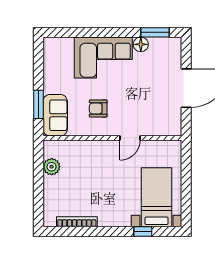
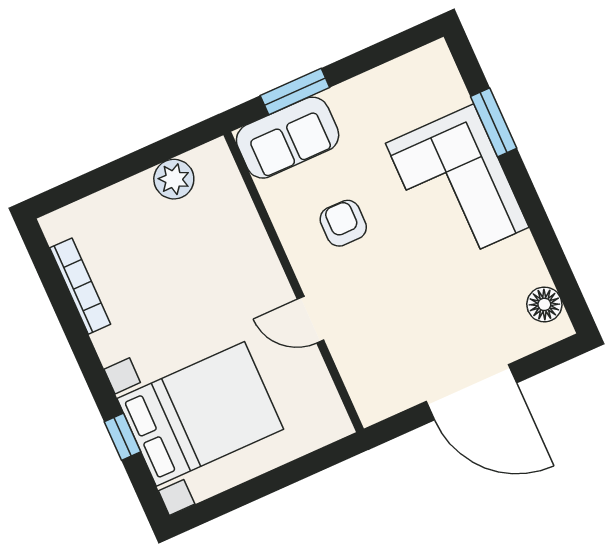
window: (155, 32) -> (494, 122), moved
floor lamp: (141, 44) -> (544, 304), moved
bed with nightstands: (157, 197) -> (200, 414), width x1.36

